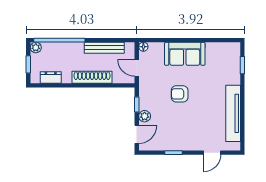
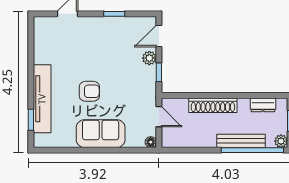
bench: (104, 48) -> (241, 141), moved
armchair: (180, 94) -> (89, 91), moved
tv unit: (233, 113) -> (42, 99), moved

